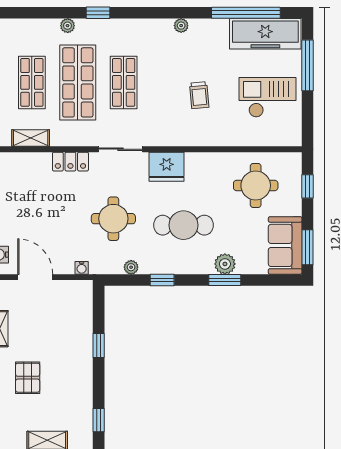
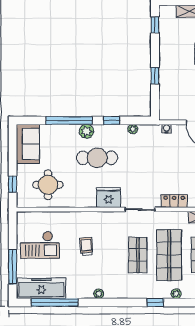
round table: (113, 219) -> (145, 162), removed
window: (307, 247) -> (13, 143), removed
plant: (225, 264) -> (86, 131), moved
window: (225, 280) -> (69, 120), width x2.11

